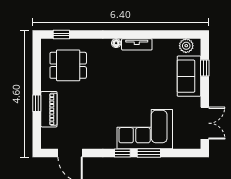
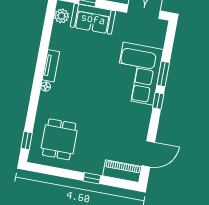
piano: (49, 109) -> (122, 171), moved

